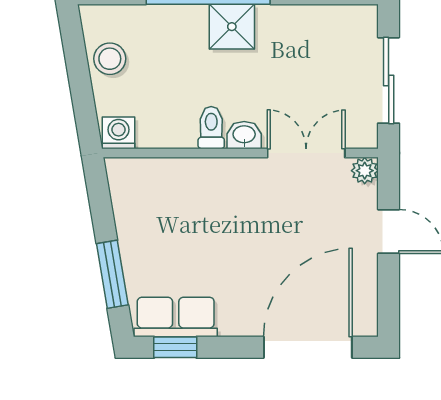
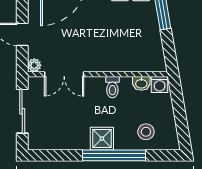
stool: (110, 59) -> (146, 132), moved
washbasin: (244, 135) -> (141, 83), moved

